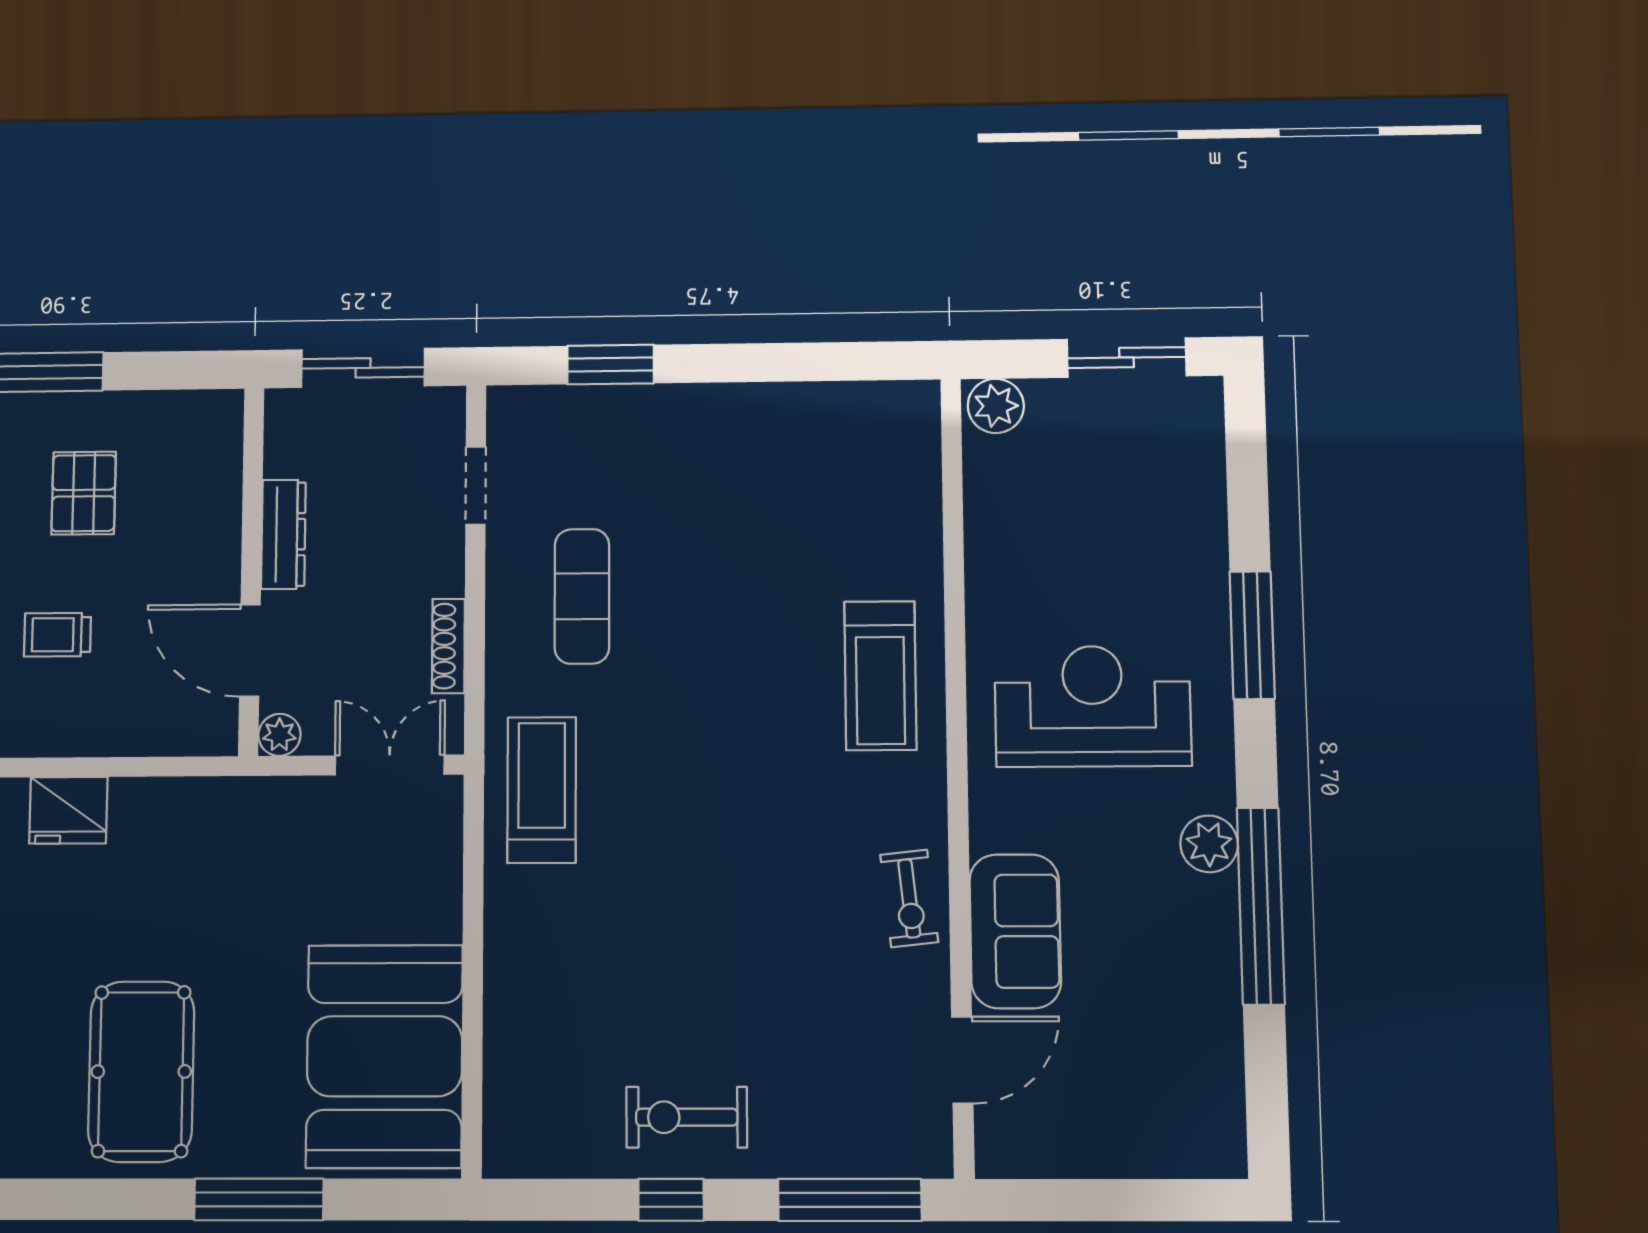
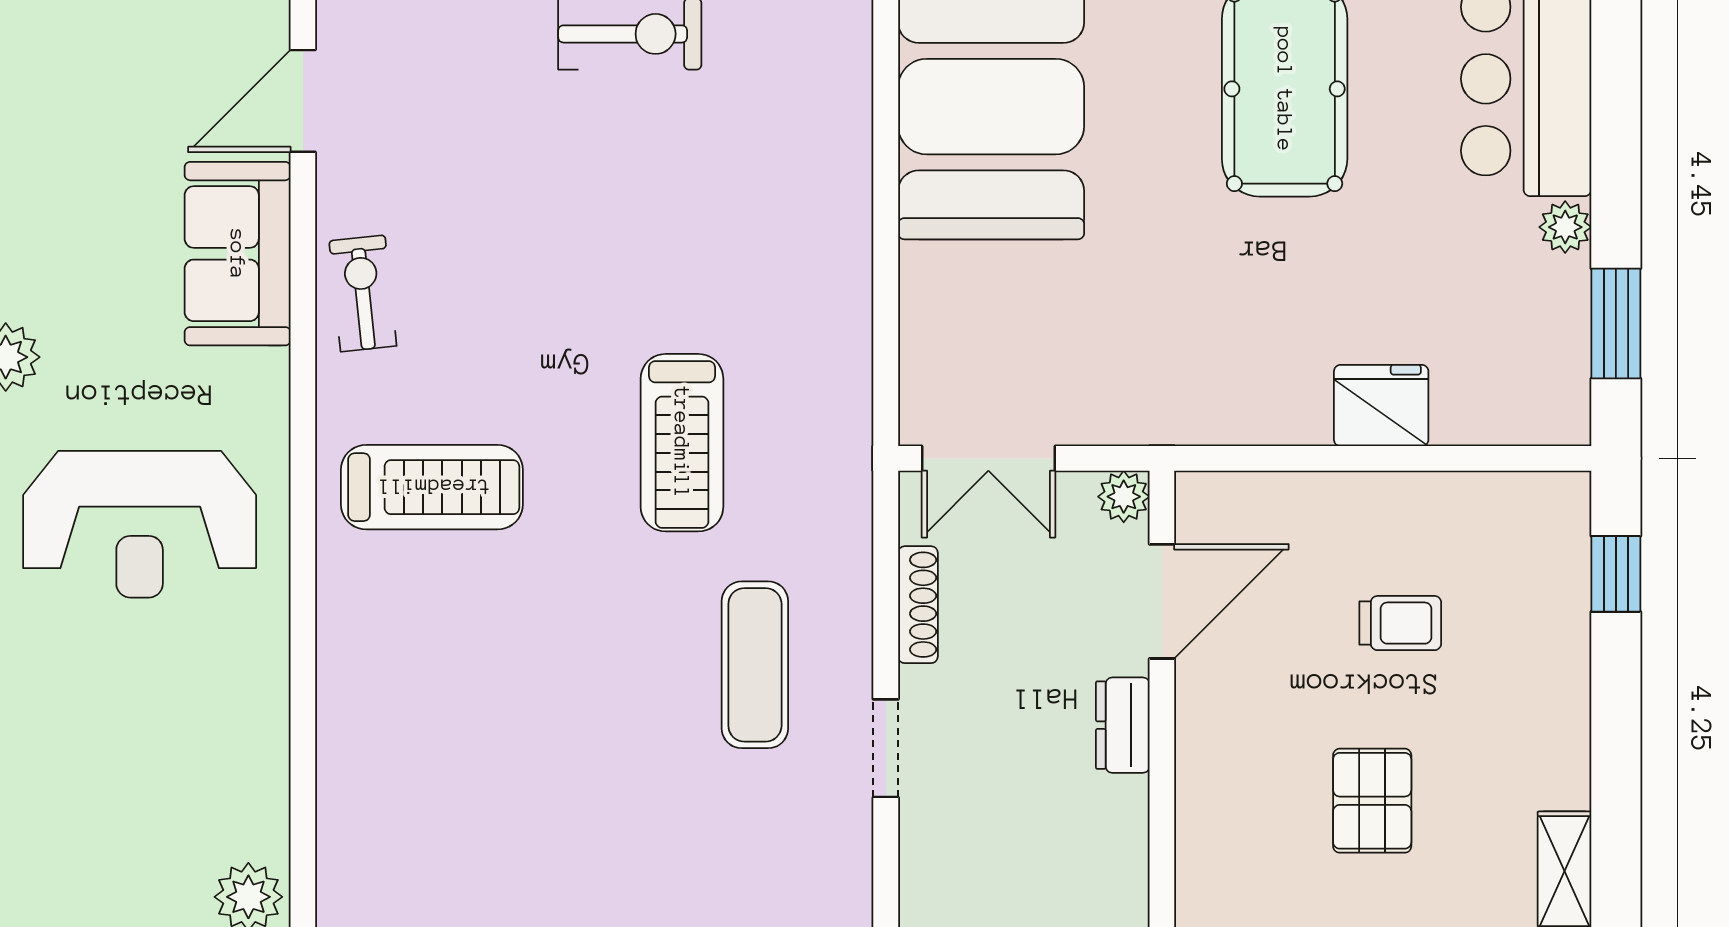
doorway: (476, 486) -> (886, 748), moved
dresser: (283, 534) -> (1123, 725), width x0.70
door: (250, 650) -> (1162, 601), hinge flipped
treadmill: (880, 676) -> (432, 487), moved, turned 90
treadmill: (542, 790) -> (682, 443), moved

